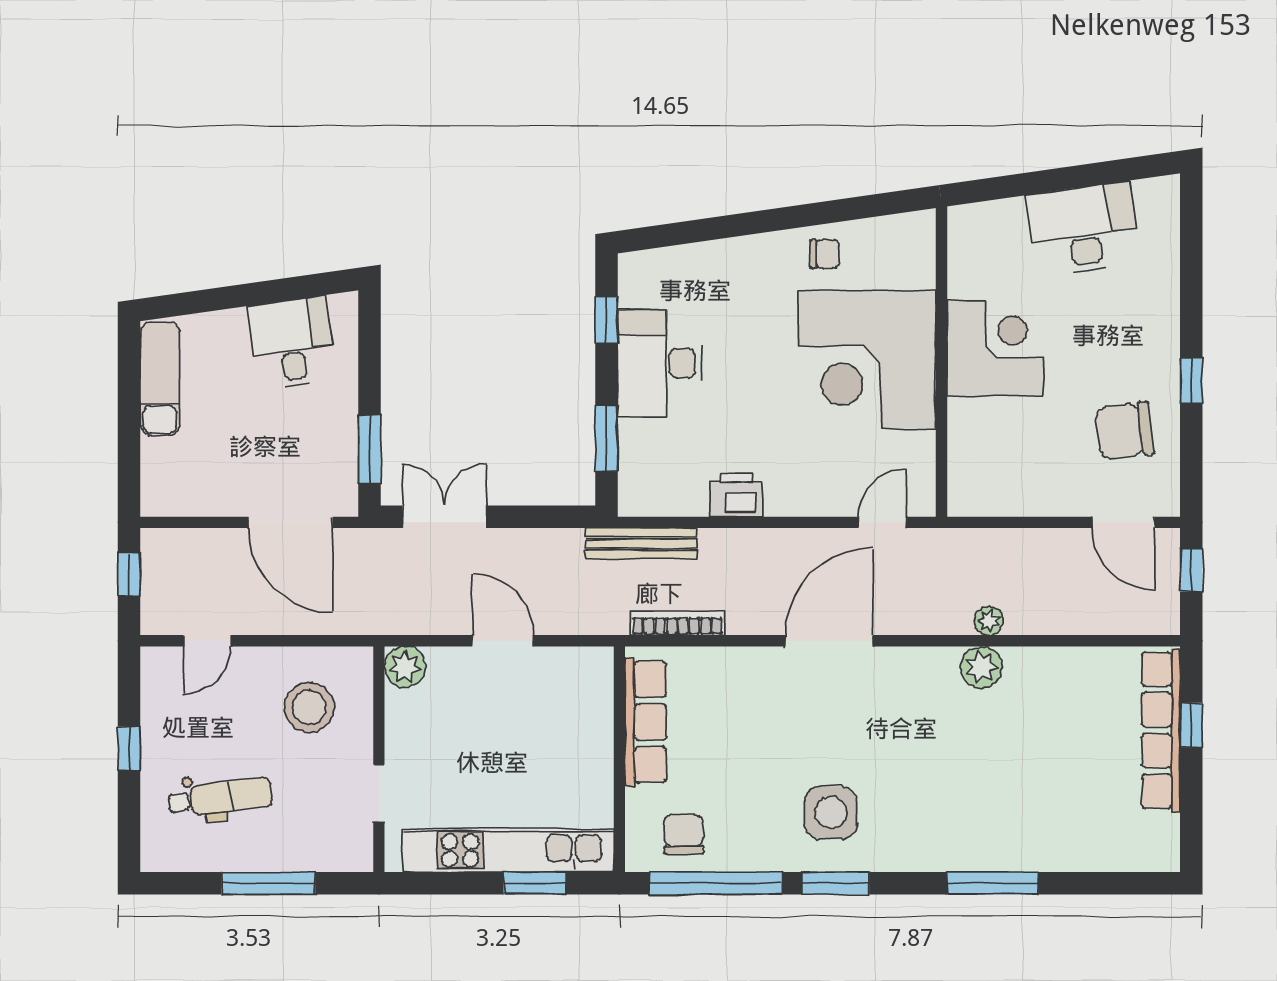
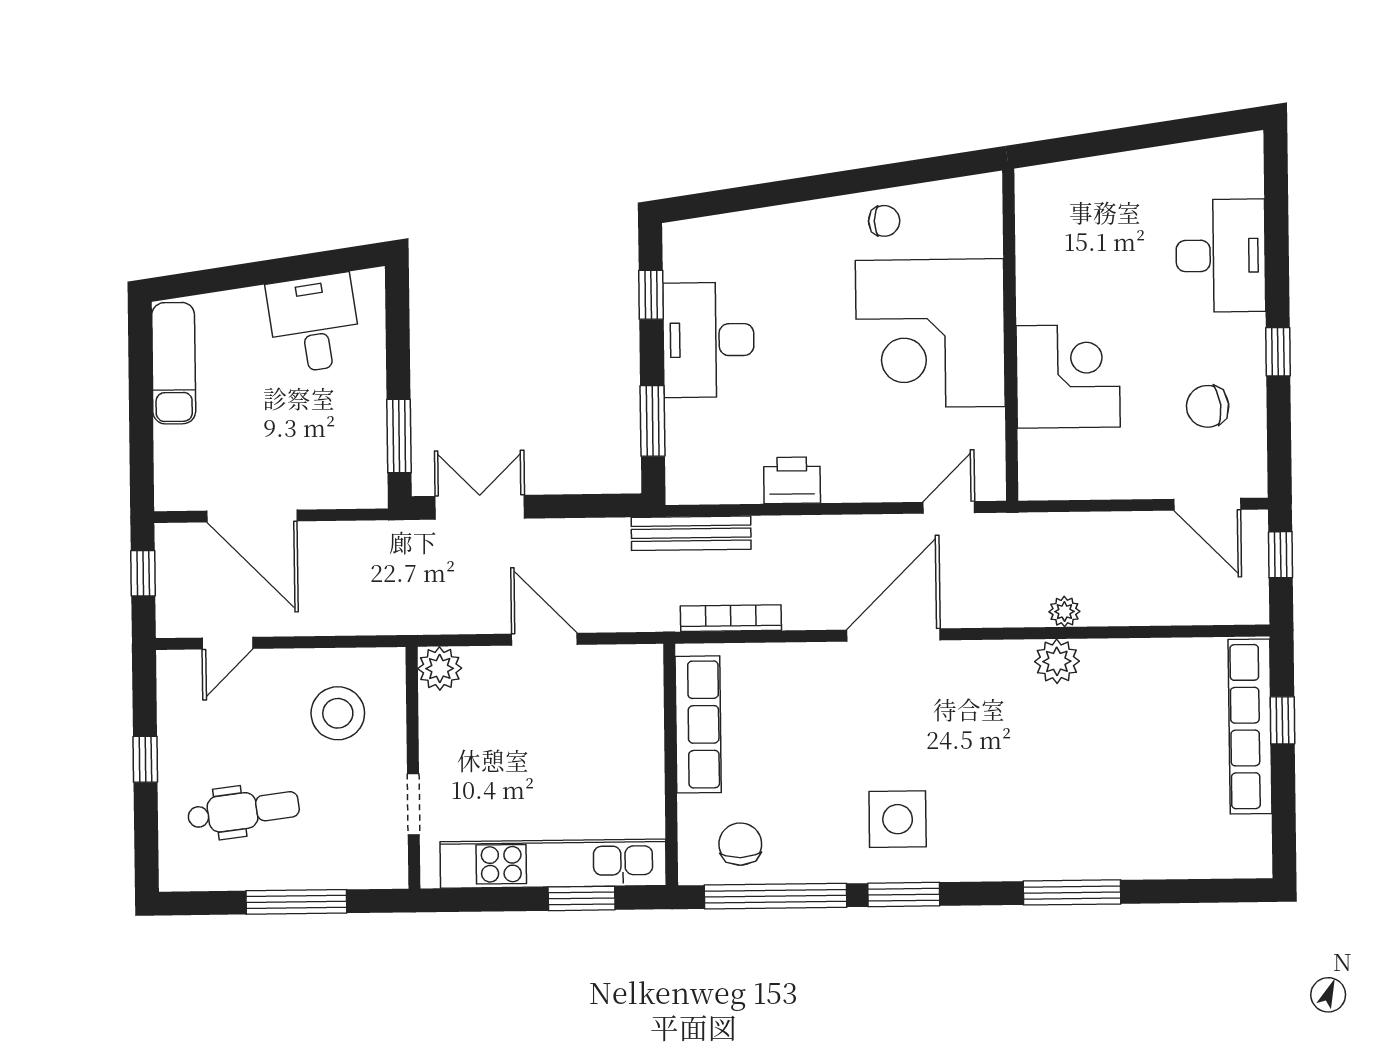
desk: (1083, 229) -> (1221, 256), moved, turned 98
corner desk: (995, 348) -> (1068, 376), moved
chair: (1125, 431) -> (1208, 406), width x0.73, depth x0.73
door: (290, 522) -> (252, 516), moved

